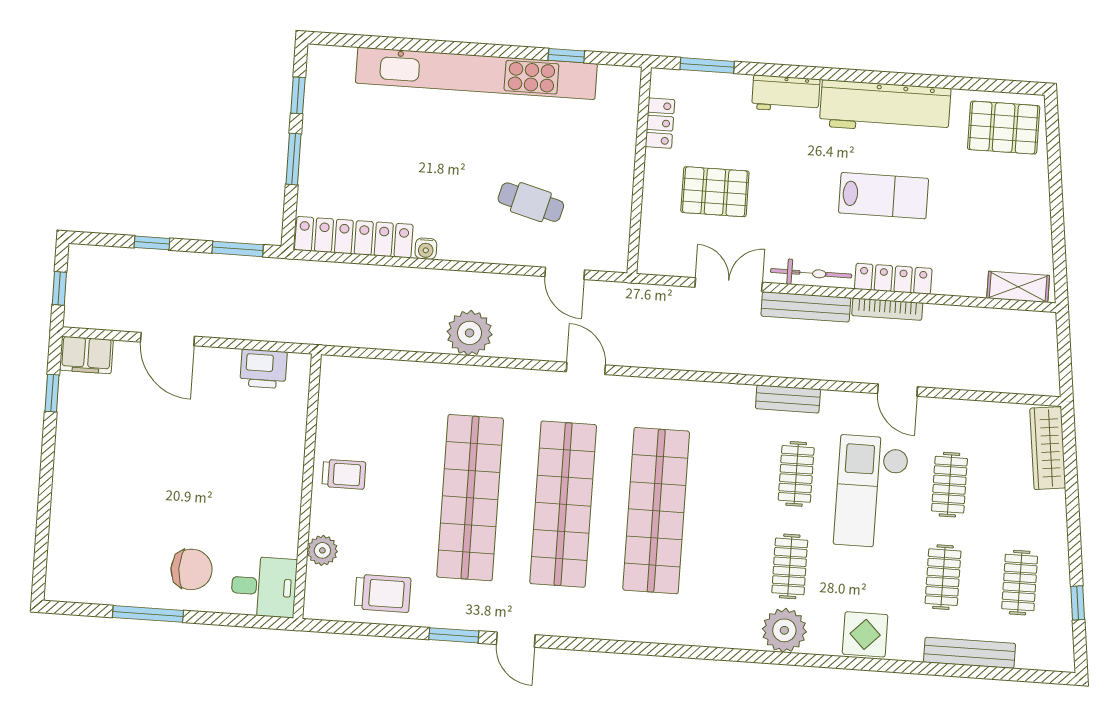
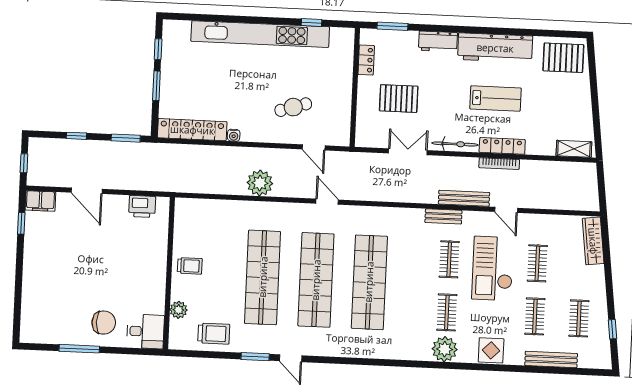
cafe table: (531, 202) -> (293, 107), turned -32
bench: (806, 307) -> (464, 198), moved

